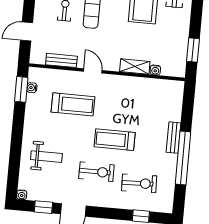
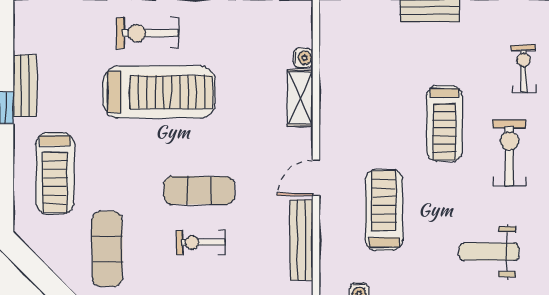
bench: (61, 60) -> (302, 240), width x1.36
weight bench: (46, 157) -> (489, 252), turned -90
exercise bike: (139, 183) -> (524, 69), width x0.73, depth x0.72

